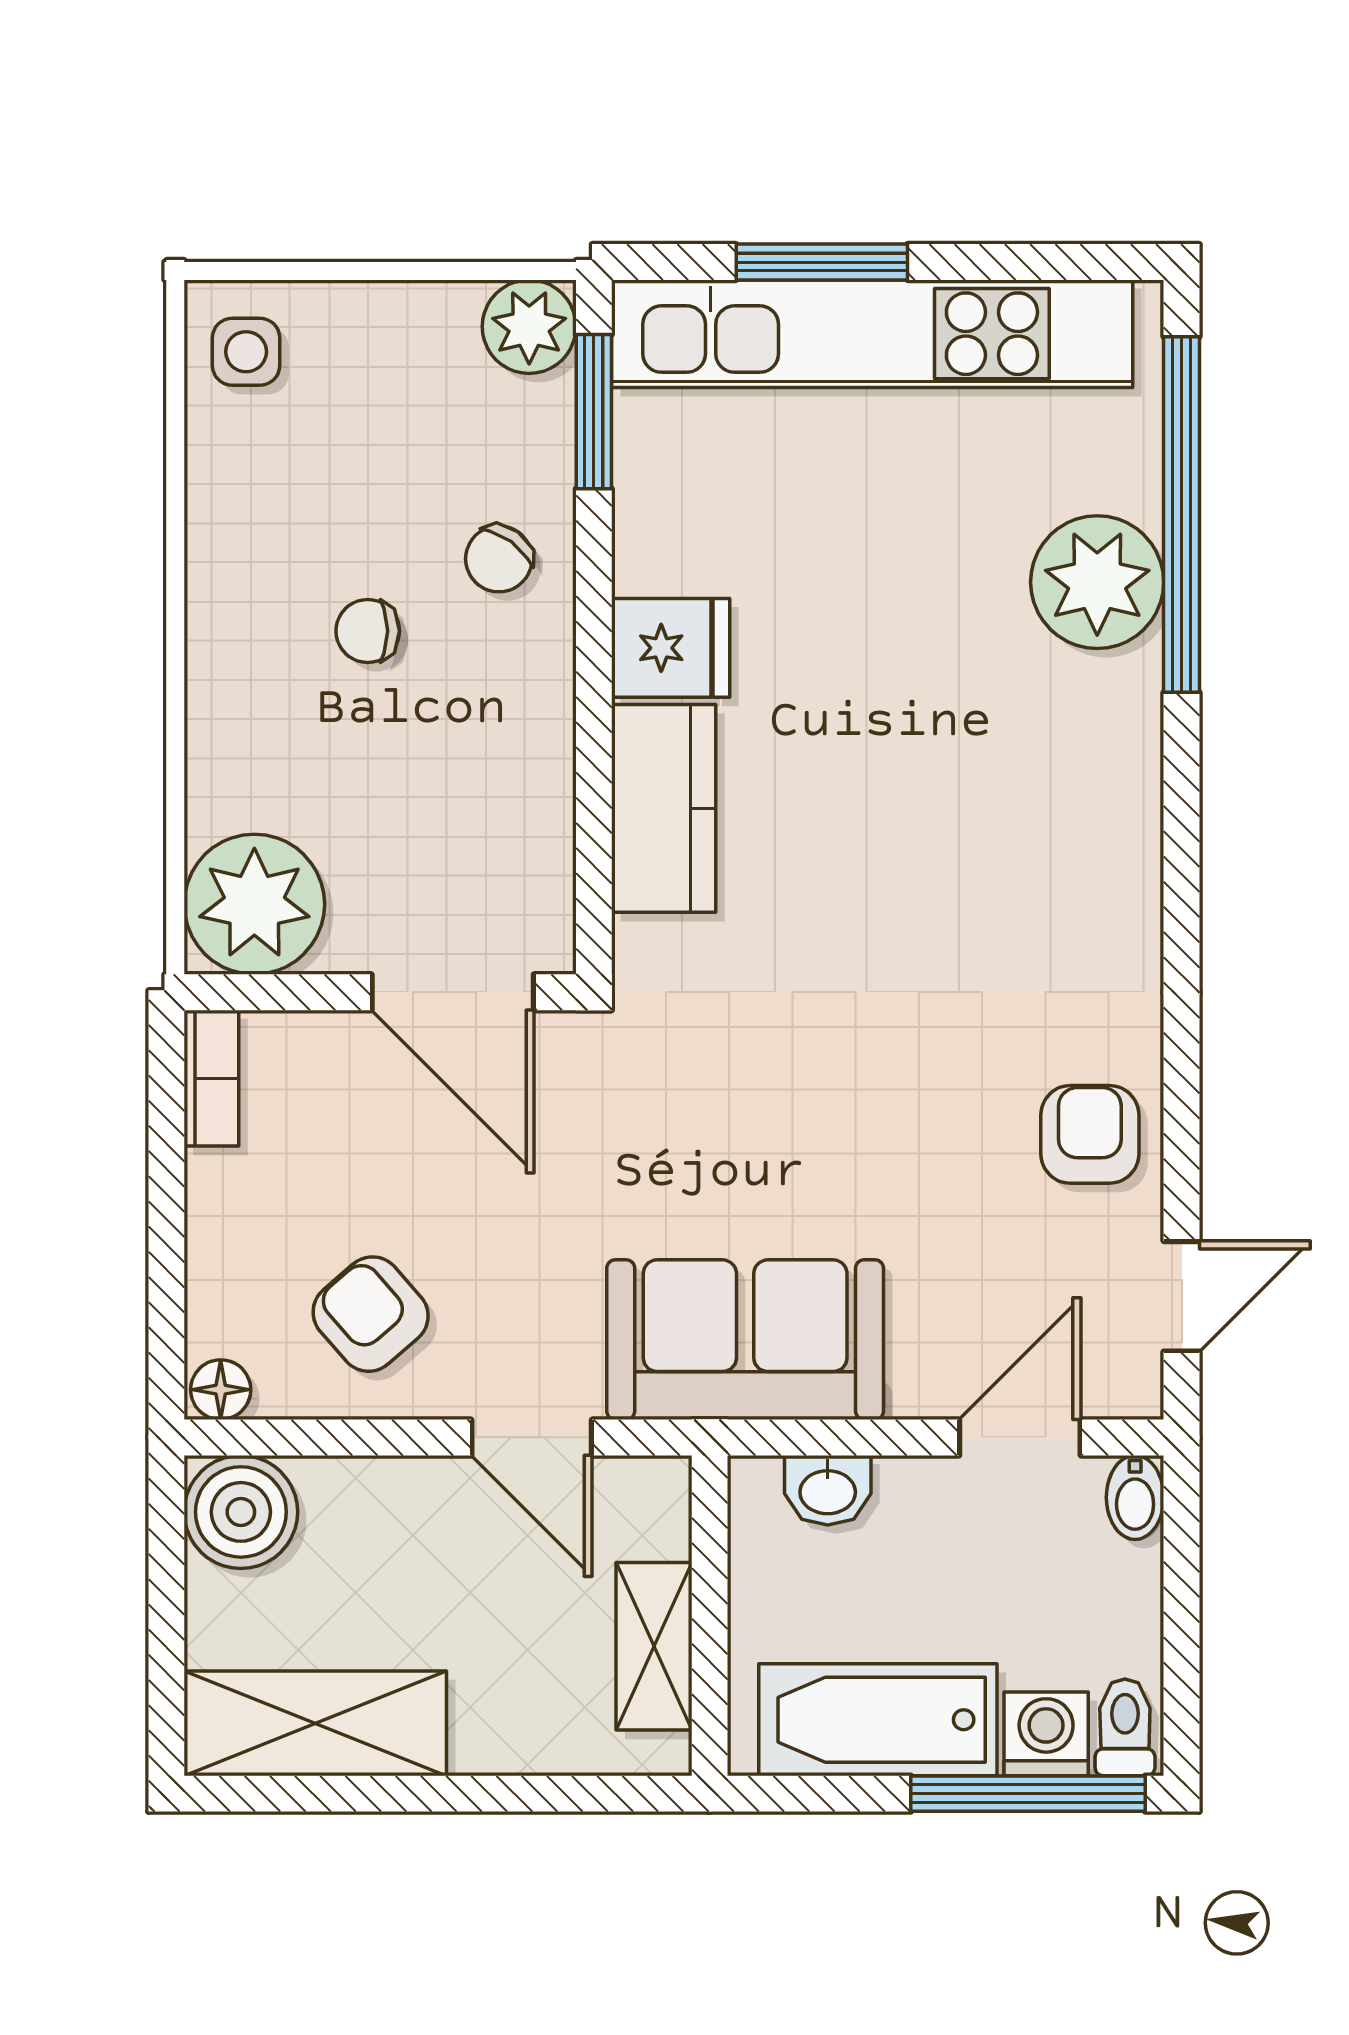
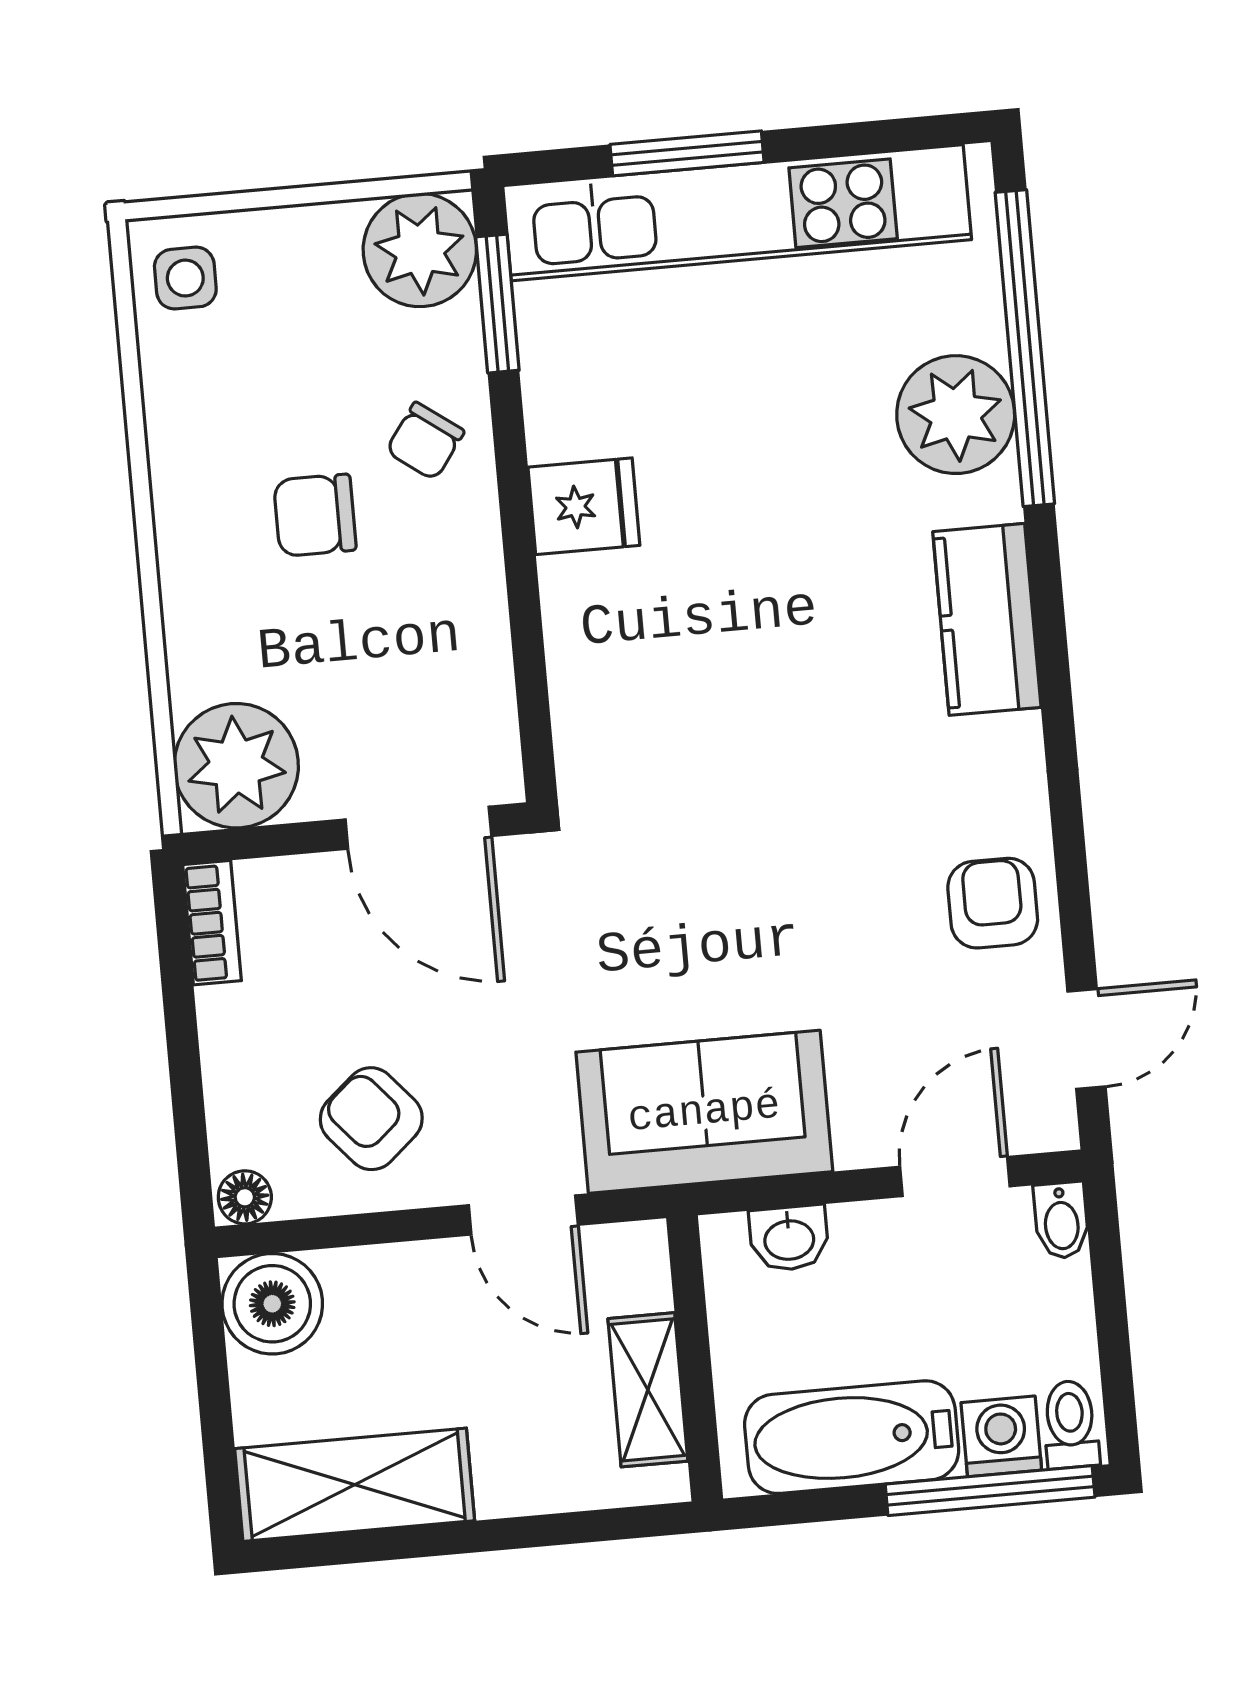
plant: (529, 327) -> (420, 250), width x1.36, depth x1.36
chair: (368, 631) -> (315, 515), width x1.37, depth x1.37
kitchen counter: (664, 808) -> (987, 619), moved, turned 180

